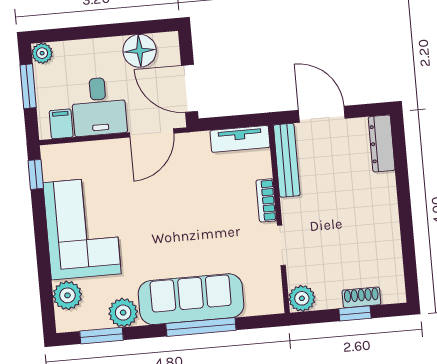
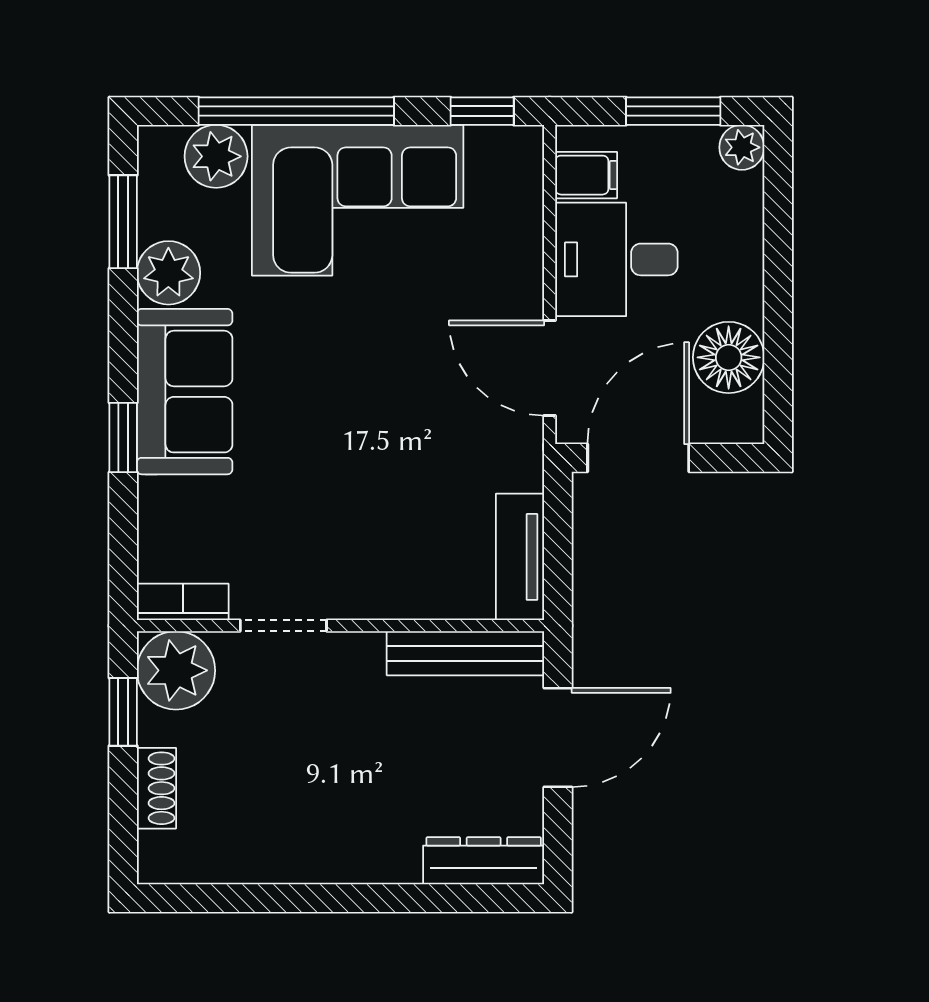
bookcase: (266, 200) -> (183, 602), moved
window: (43, 260) -> (296, 111), added
plant: (302, 298) -> (176, 670), width x1.36, depth x1.36
sofa: (191, 299) -> (185, 392), width x0.73
window: (355, 313) -> (123, 712), moved
window: (201, 327) -> (123, 437), width x0.46

